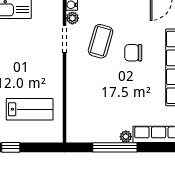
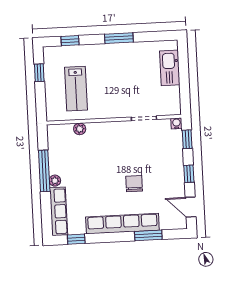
plant: (72, 18) -> (80, 129), moved
coffee table: (101, 41) -> (144, 152), removed

